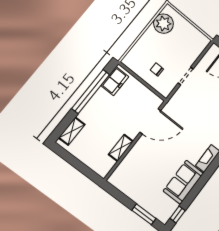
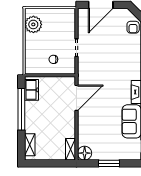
shelving: (121, 148) -> (70, 149), moved
floor lamp: (118, 179) -> (85, 153), added
window: (144, 214) -> (109, 163), moved

